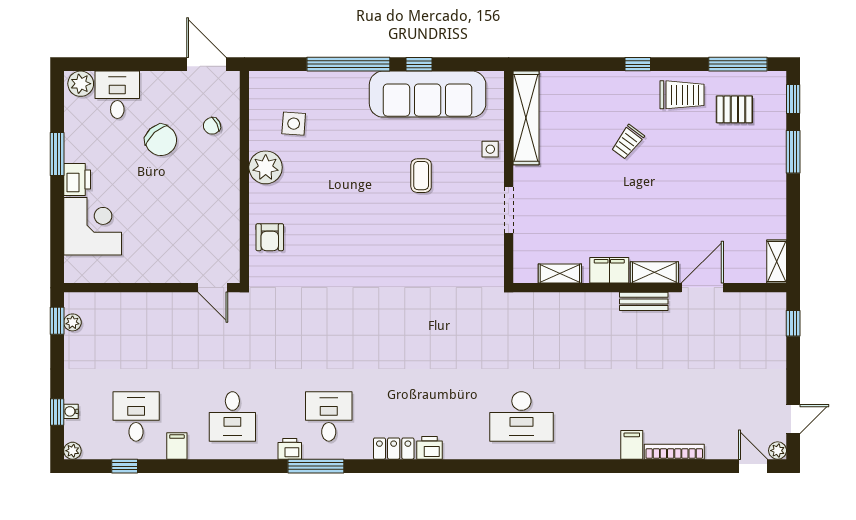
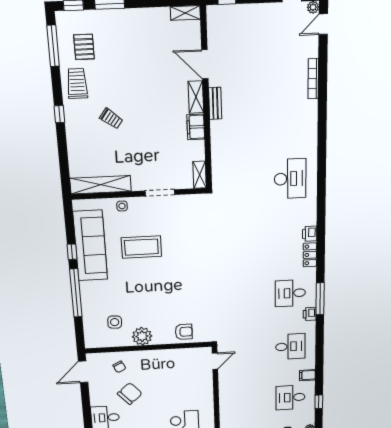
coffee table: (421, 176) -> (141, 247), width x1.86, depth x1.72
shelving: (560, 274) -> (200, 175), moved
filing cabinet: (632, 445) -> (309, 107), removed

